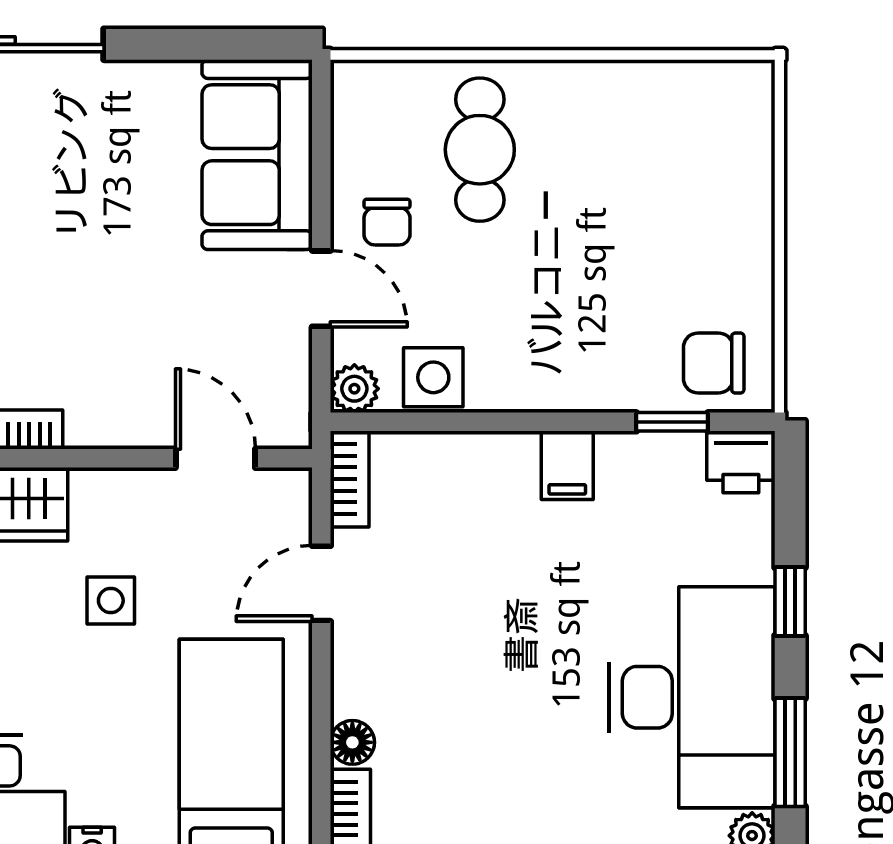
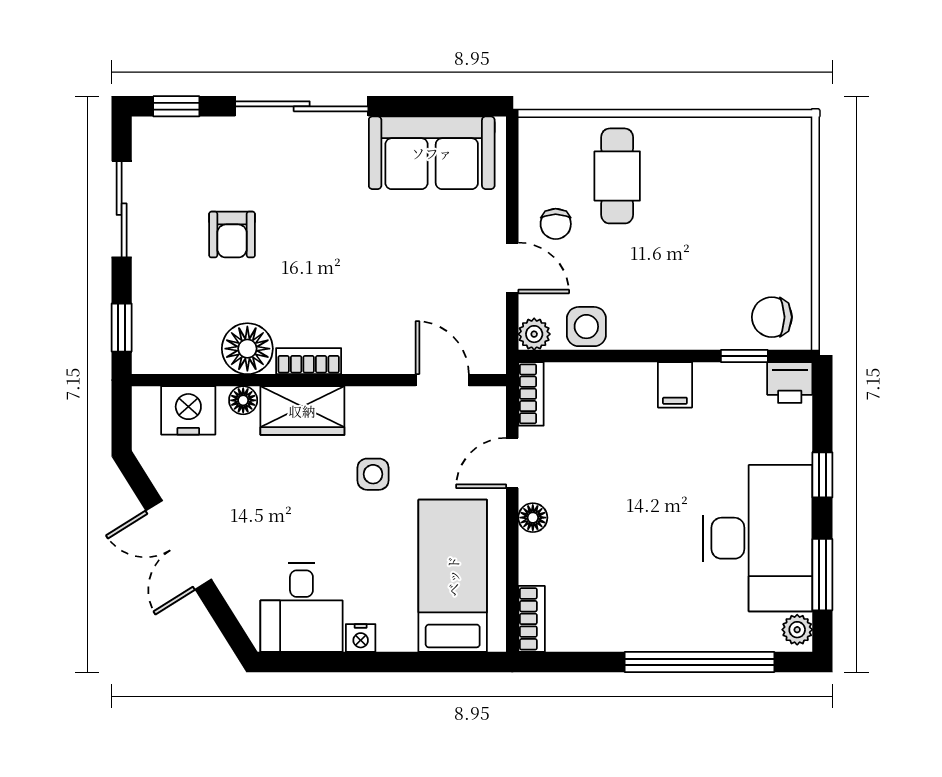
sofa: (257, 155) -> (432, 153), moved, turned -90
floor lamp: (352, 742) -> (533, 518), moved

